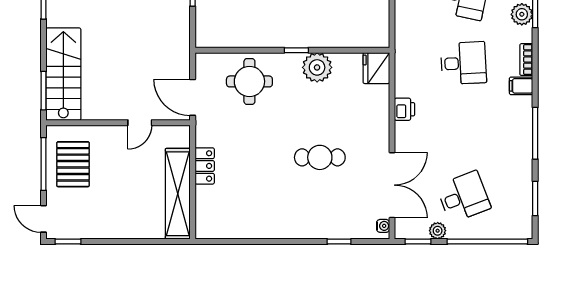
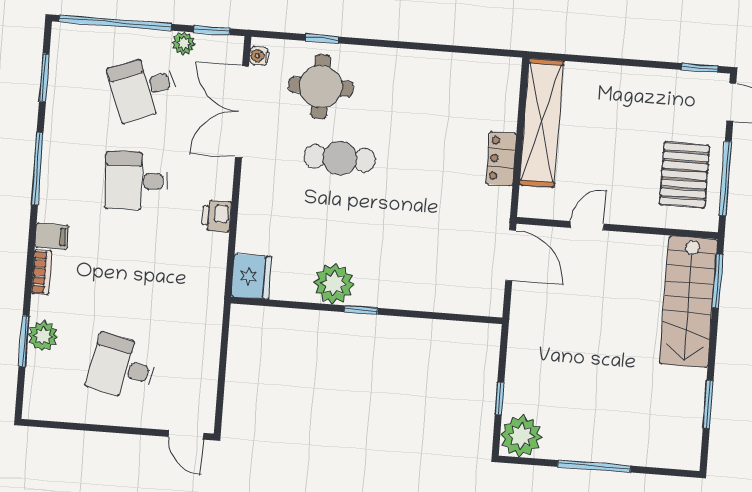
desk: (464, 63) -> (137, 181), moved
round table: (249, 81) -> (321, 87), moved

